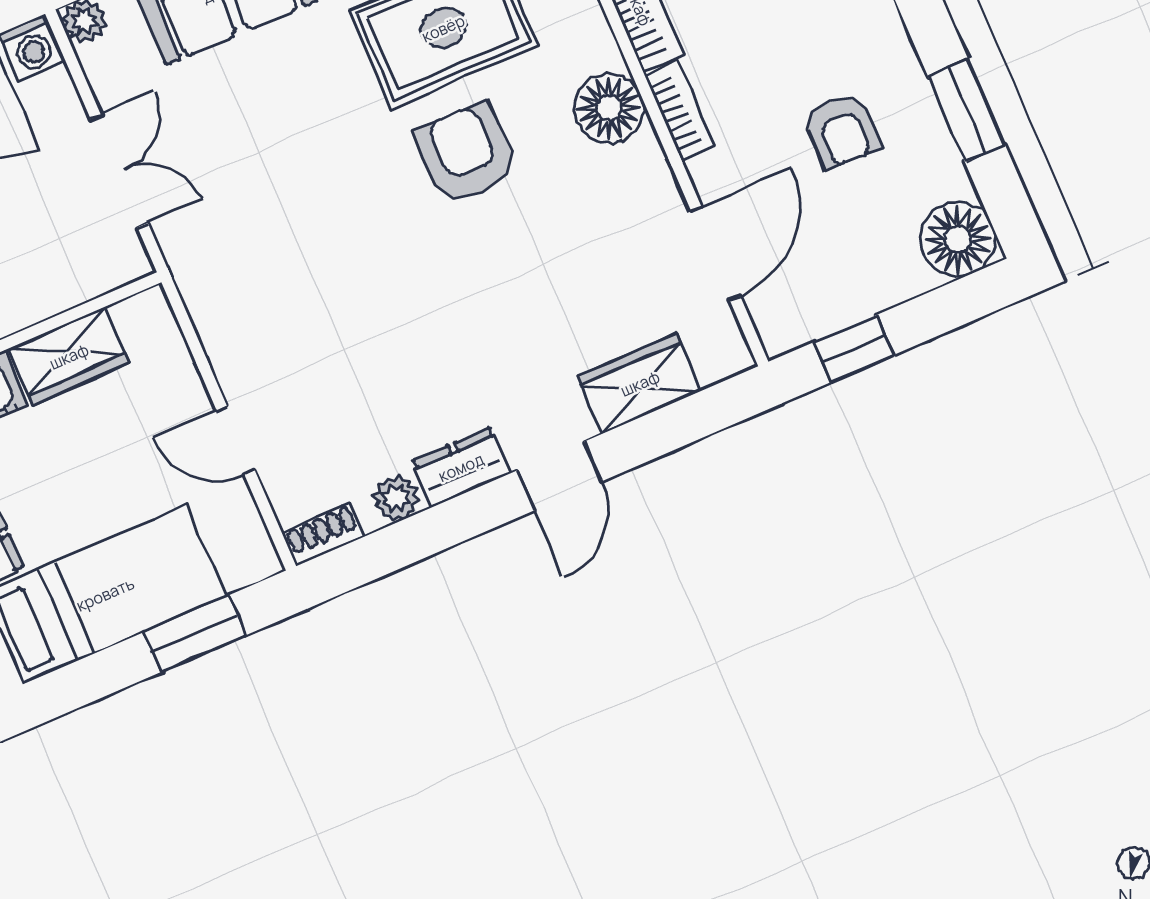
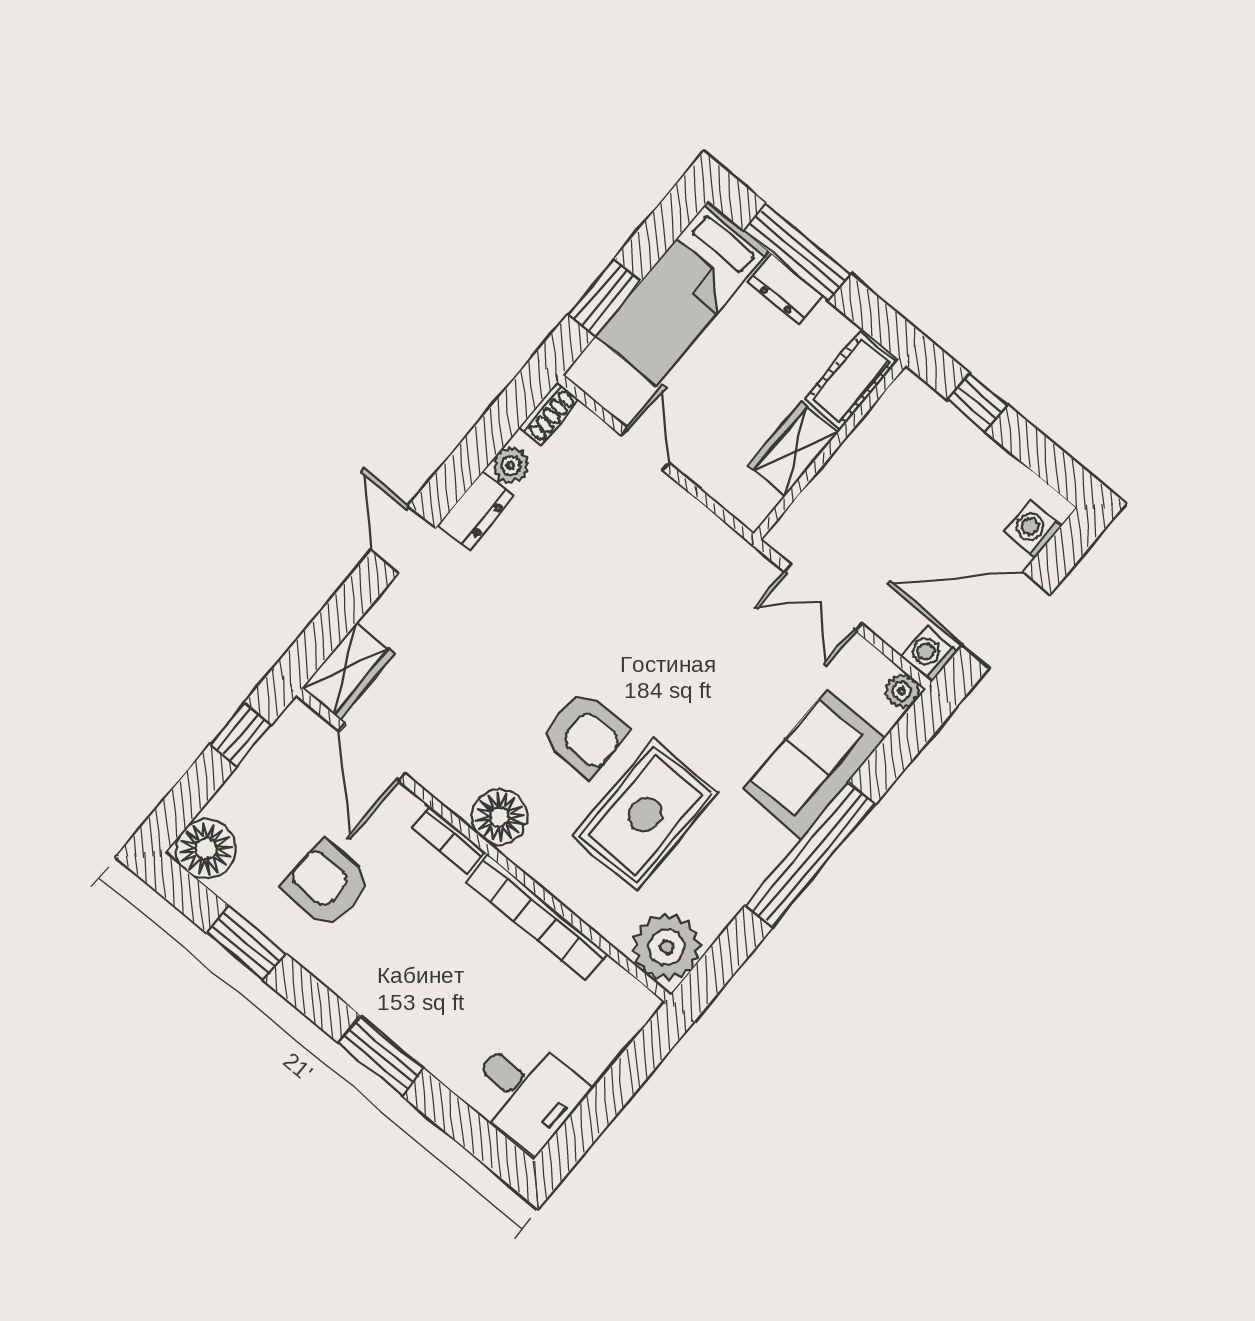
armchair: (842, 131) -> (327, 884), width x1.38, depth x1.38
wardrobe: (640, 383) -> (348, 671), moved
door: (236, 440) -> (645, 449), hinge flipped

